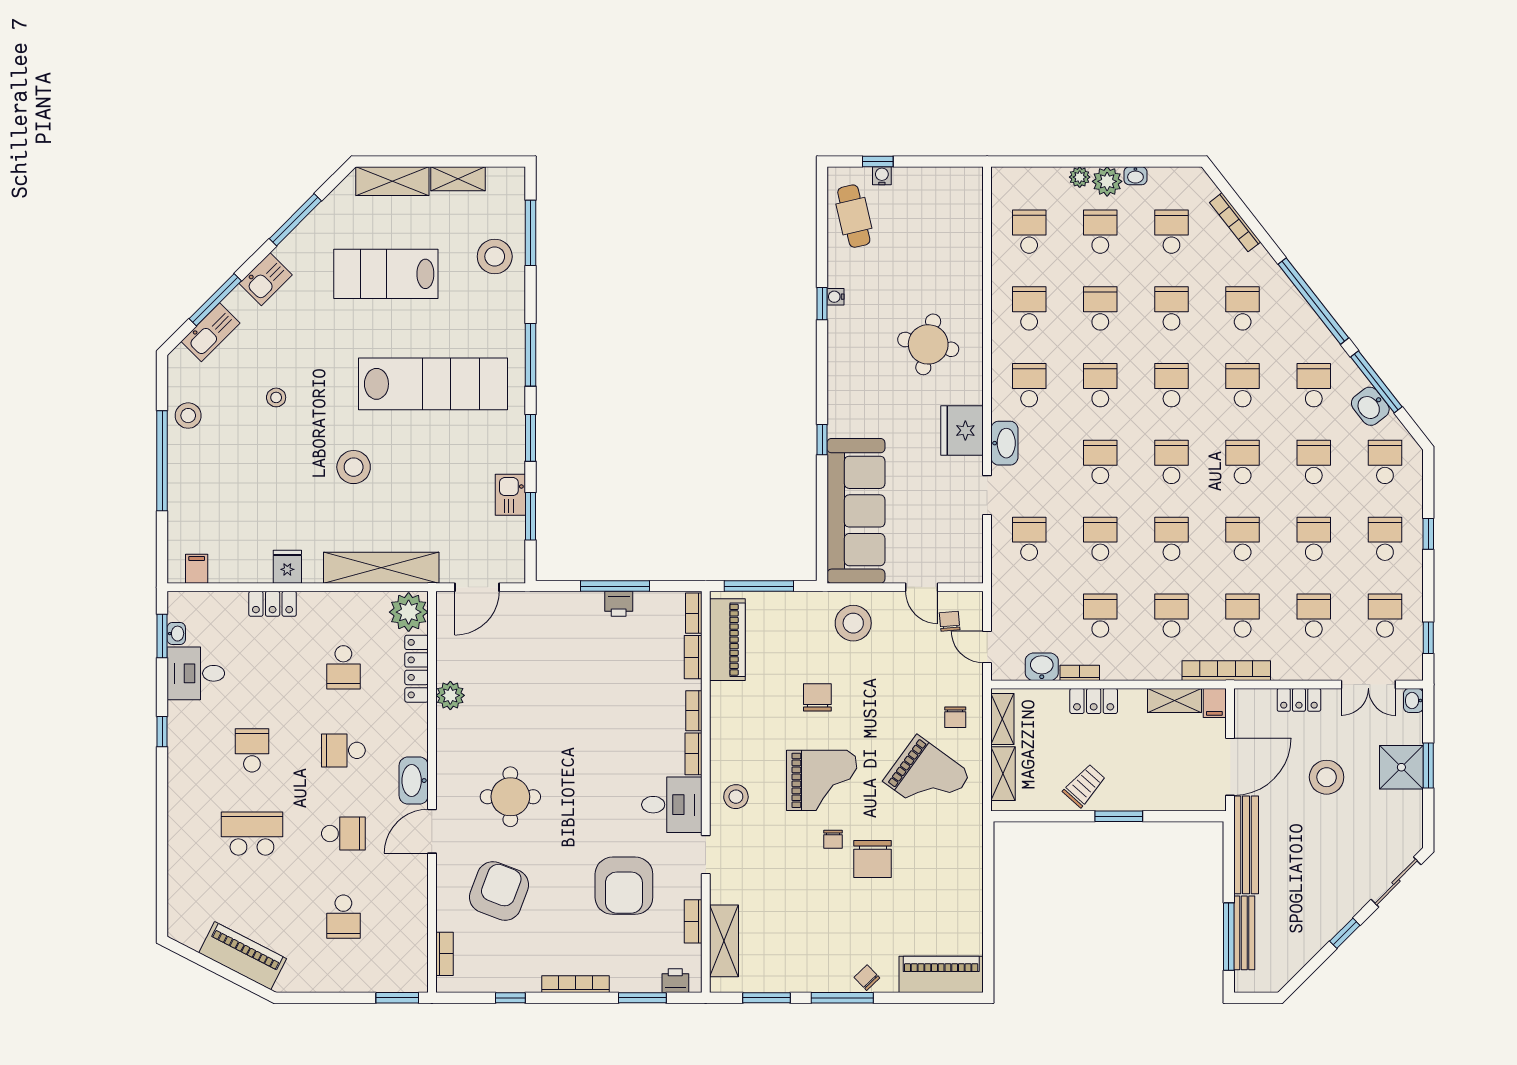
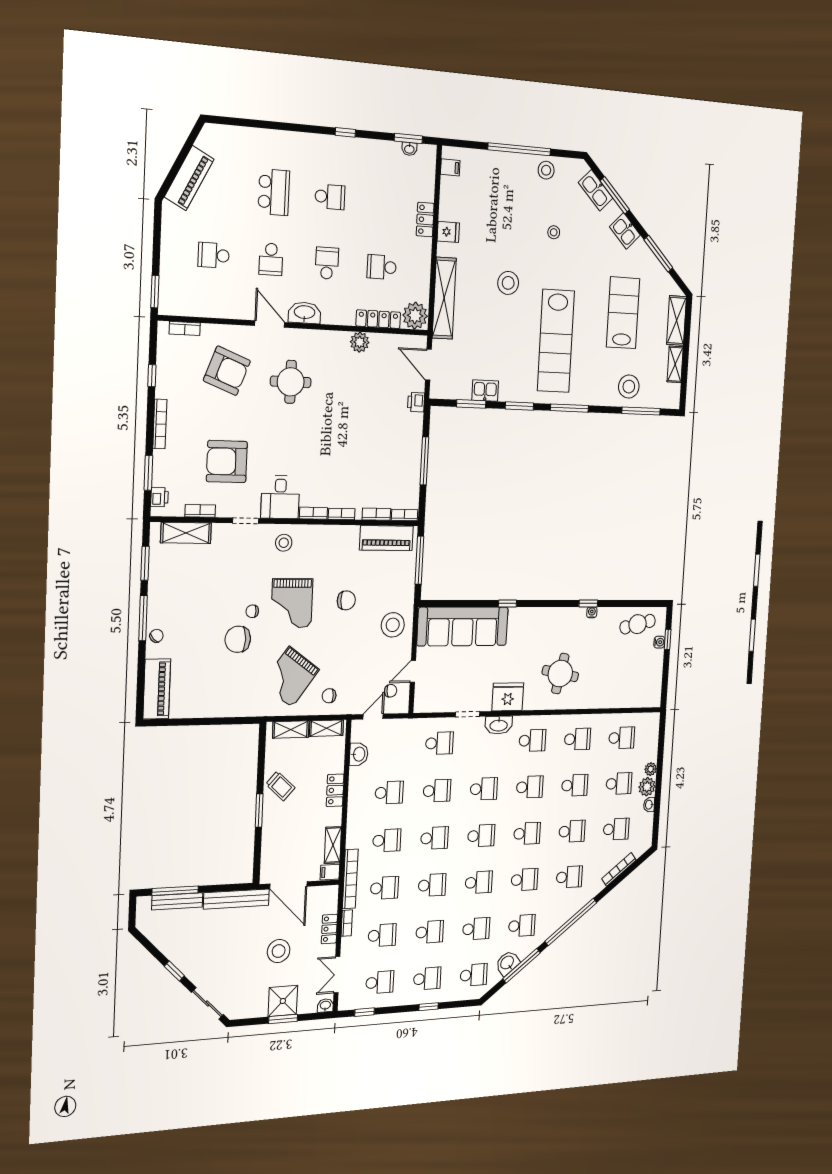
printer: (619, 604) -> (416, 402), moved
desk: (196, 673) -> (383, 161), removed
bookcase: (1080, 673) -> (347, 923), moved

